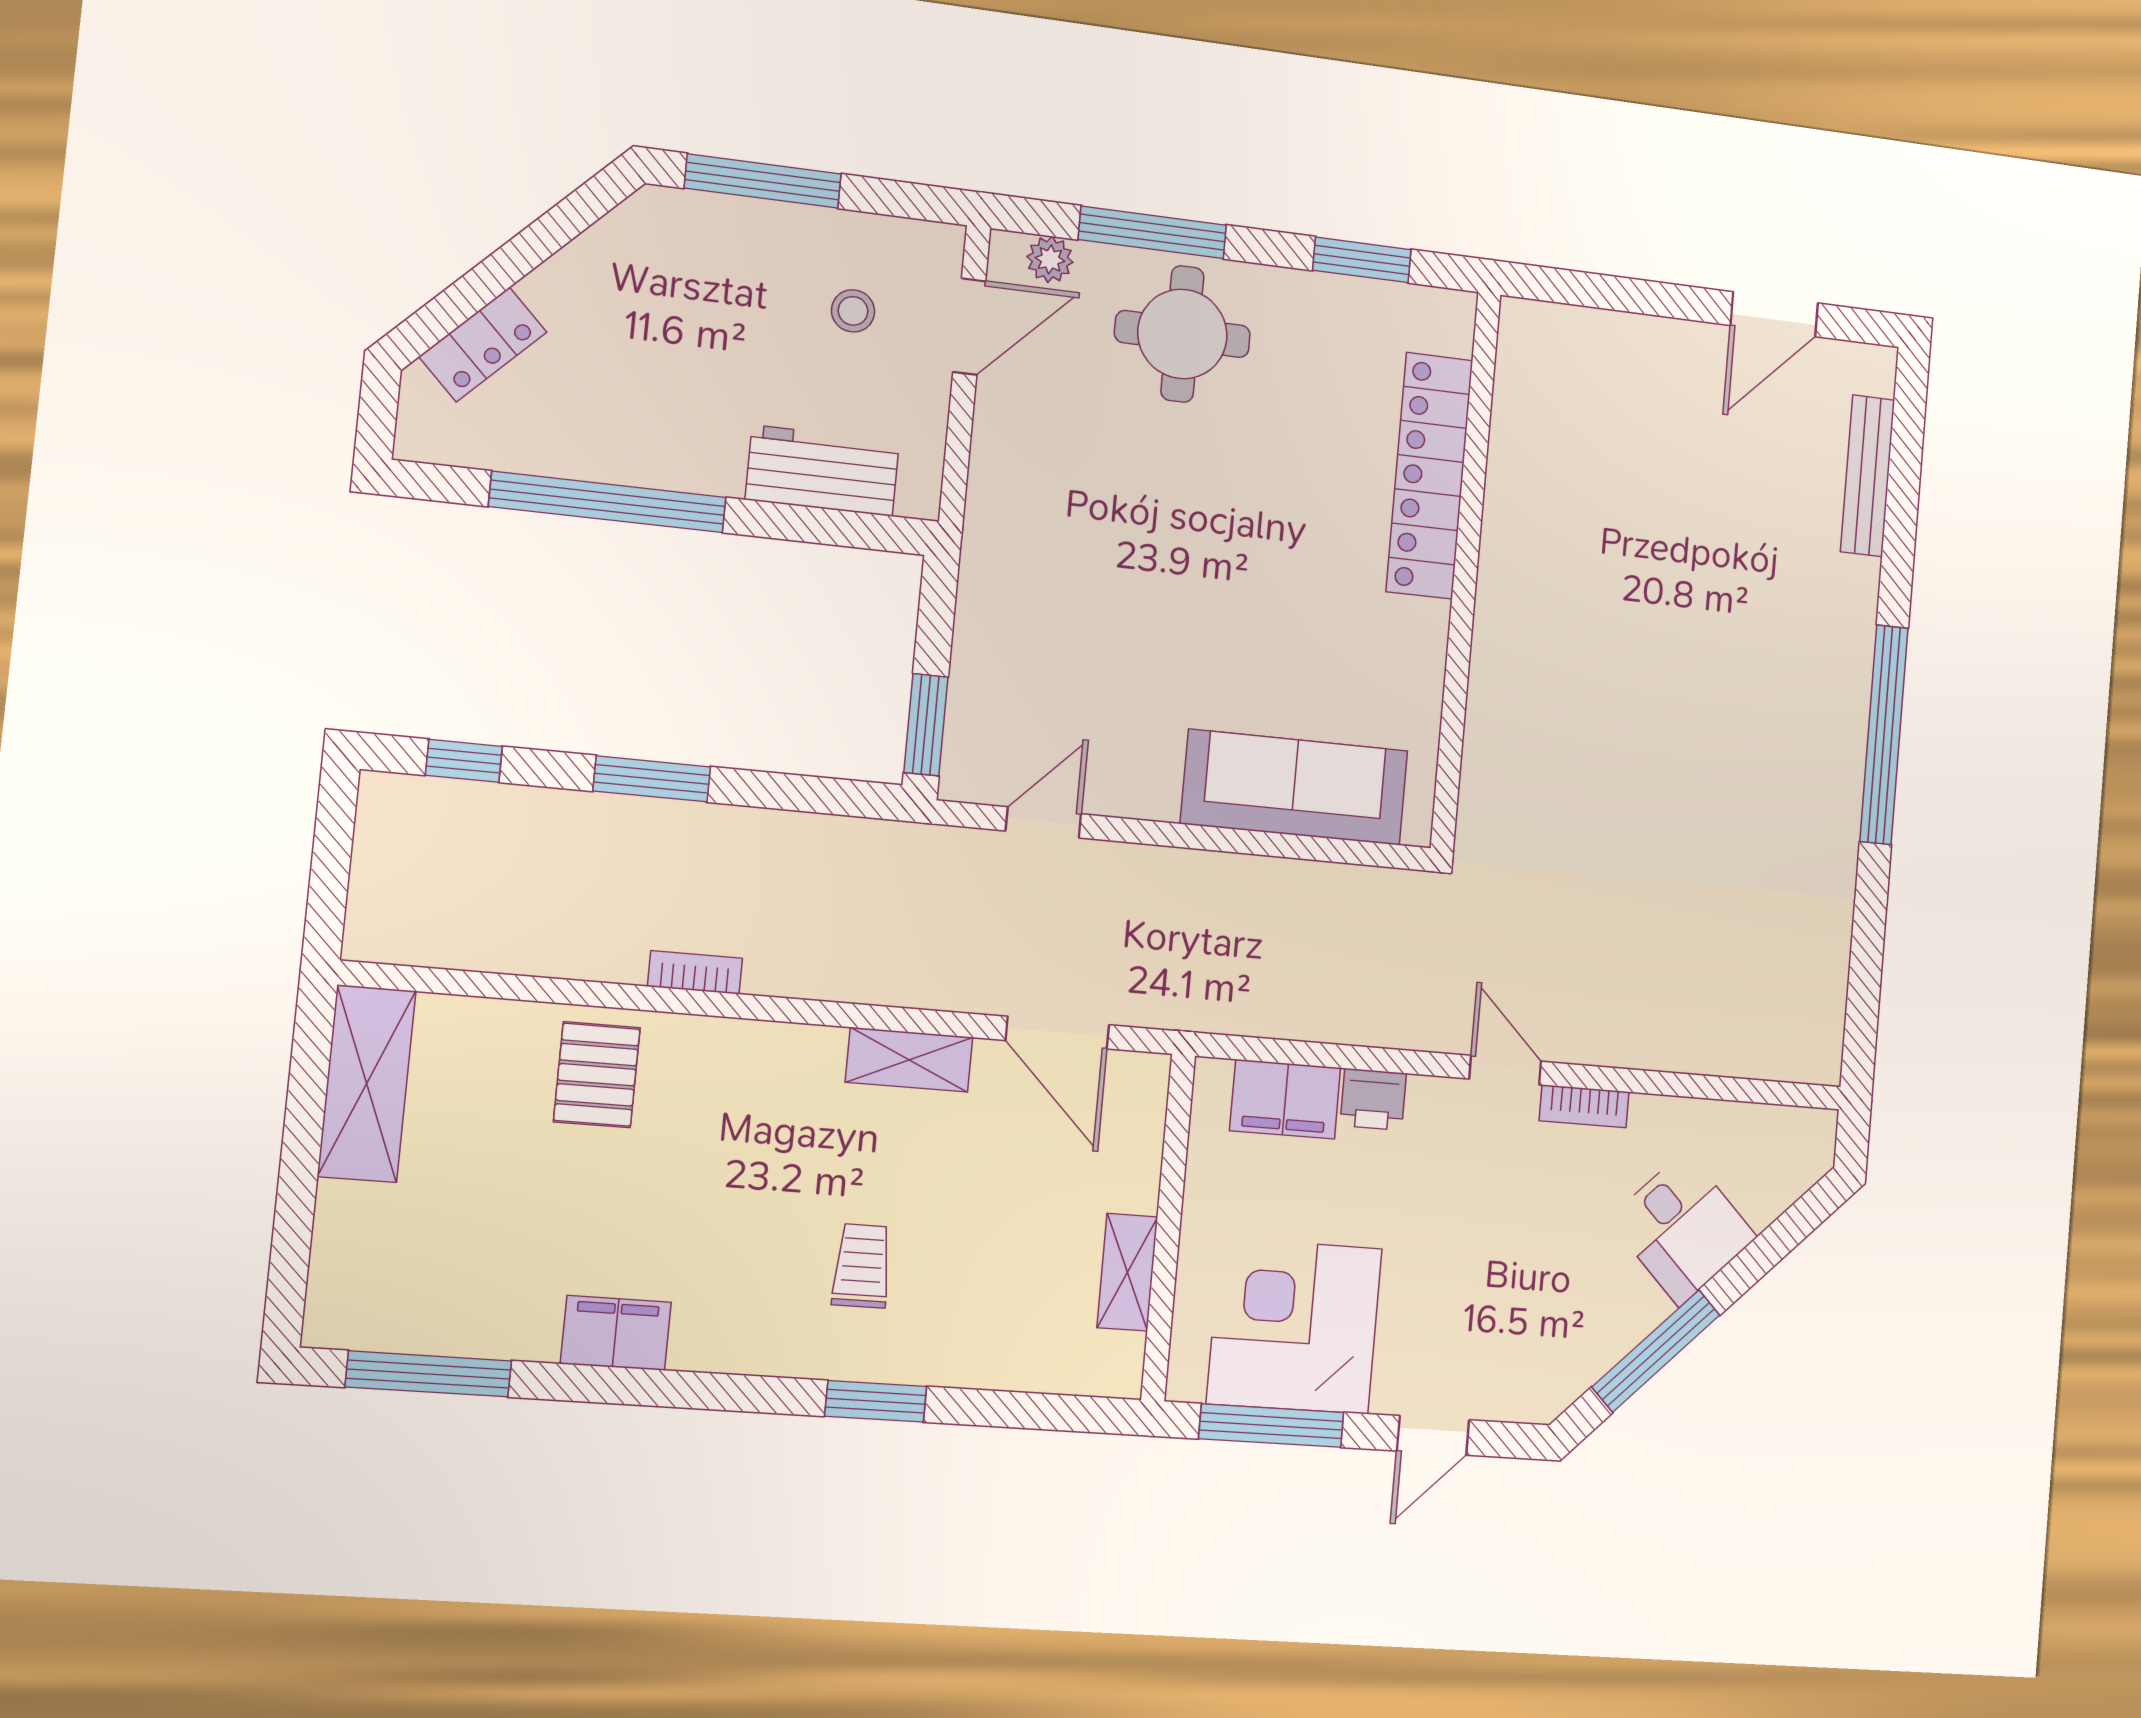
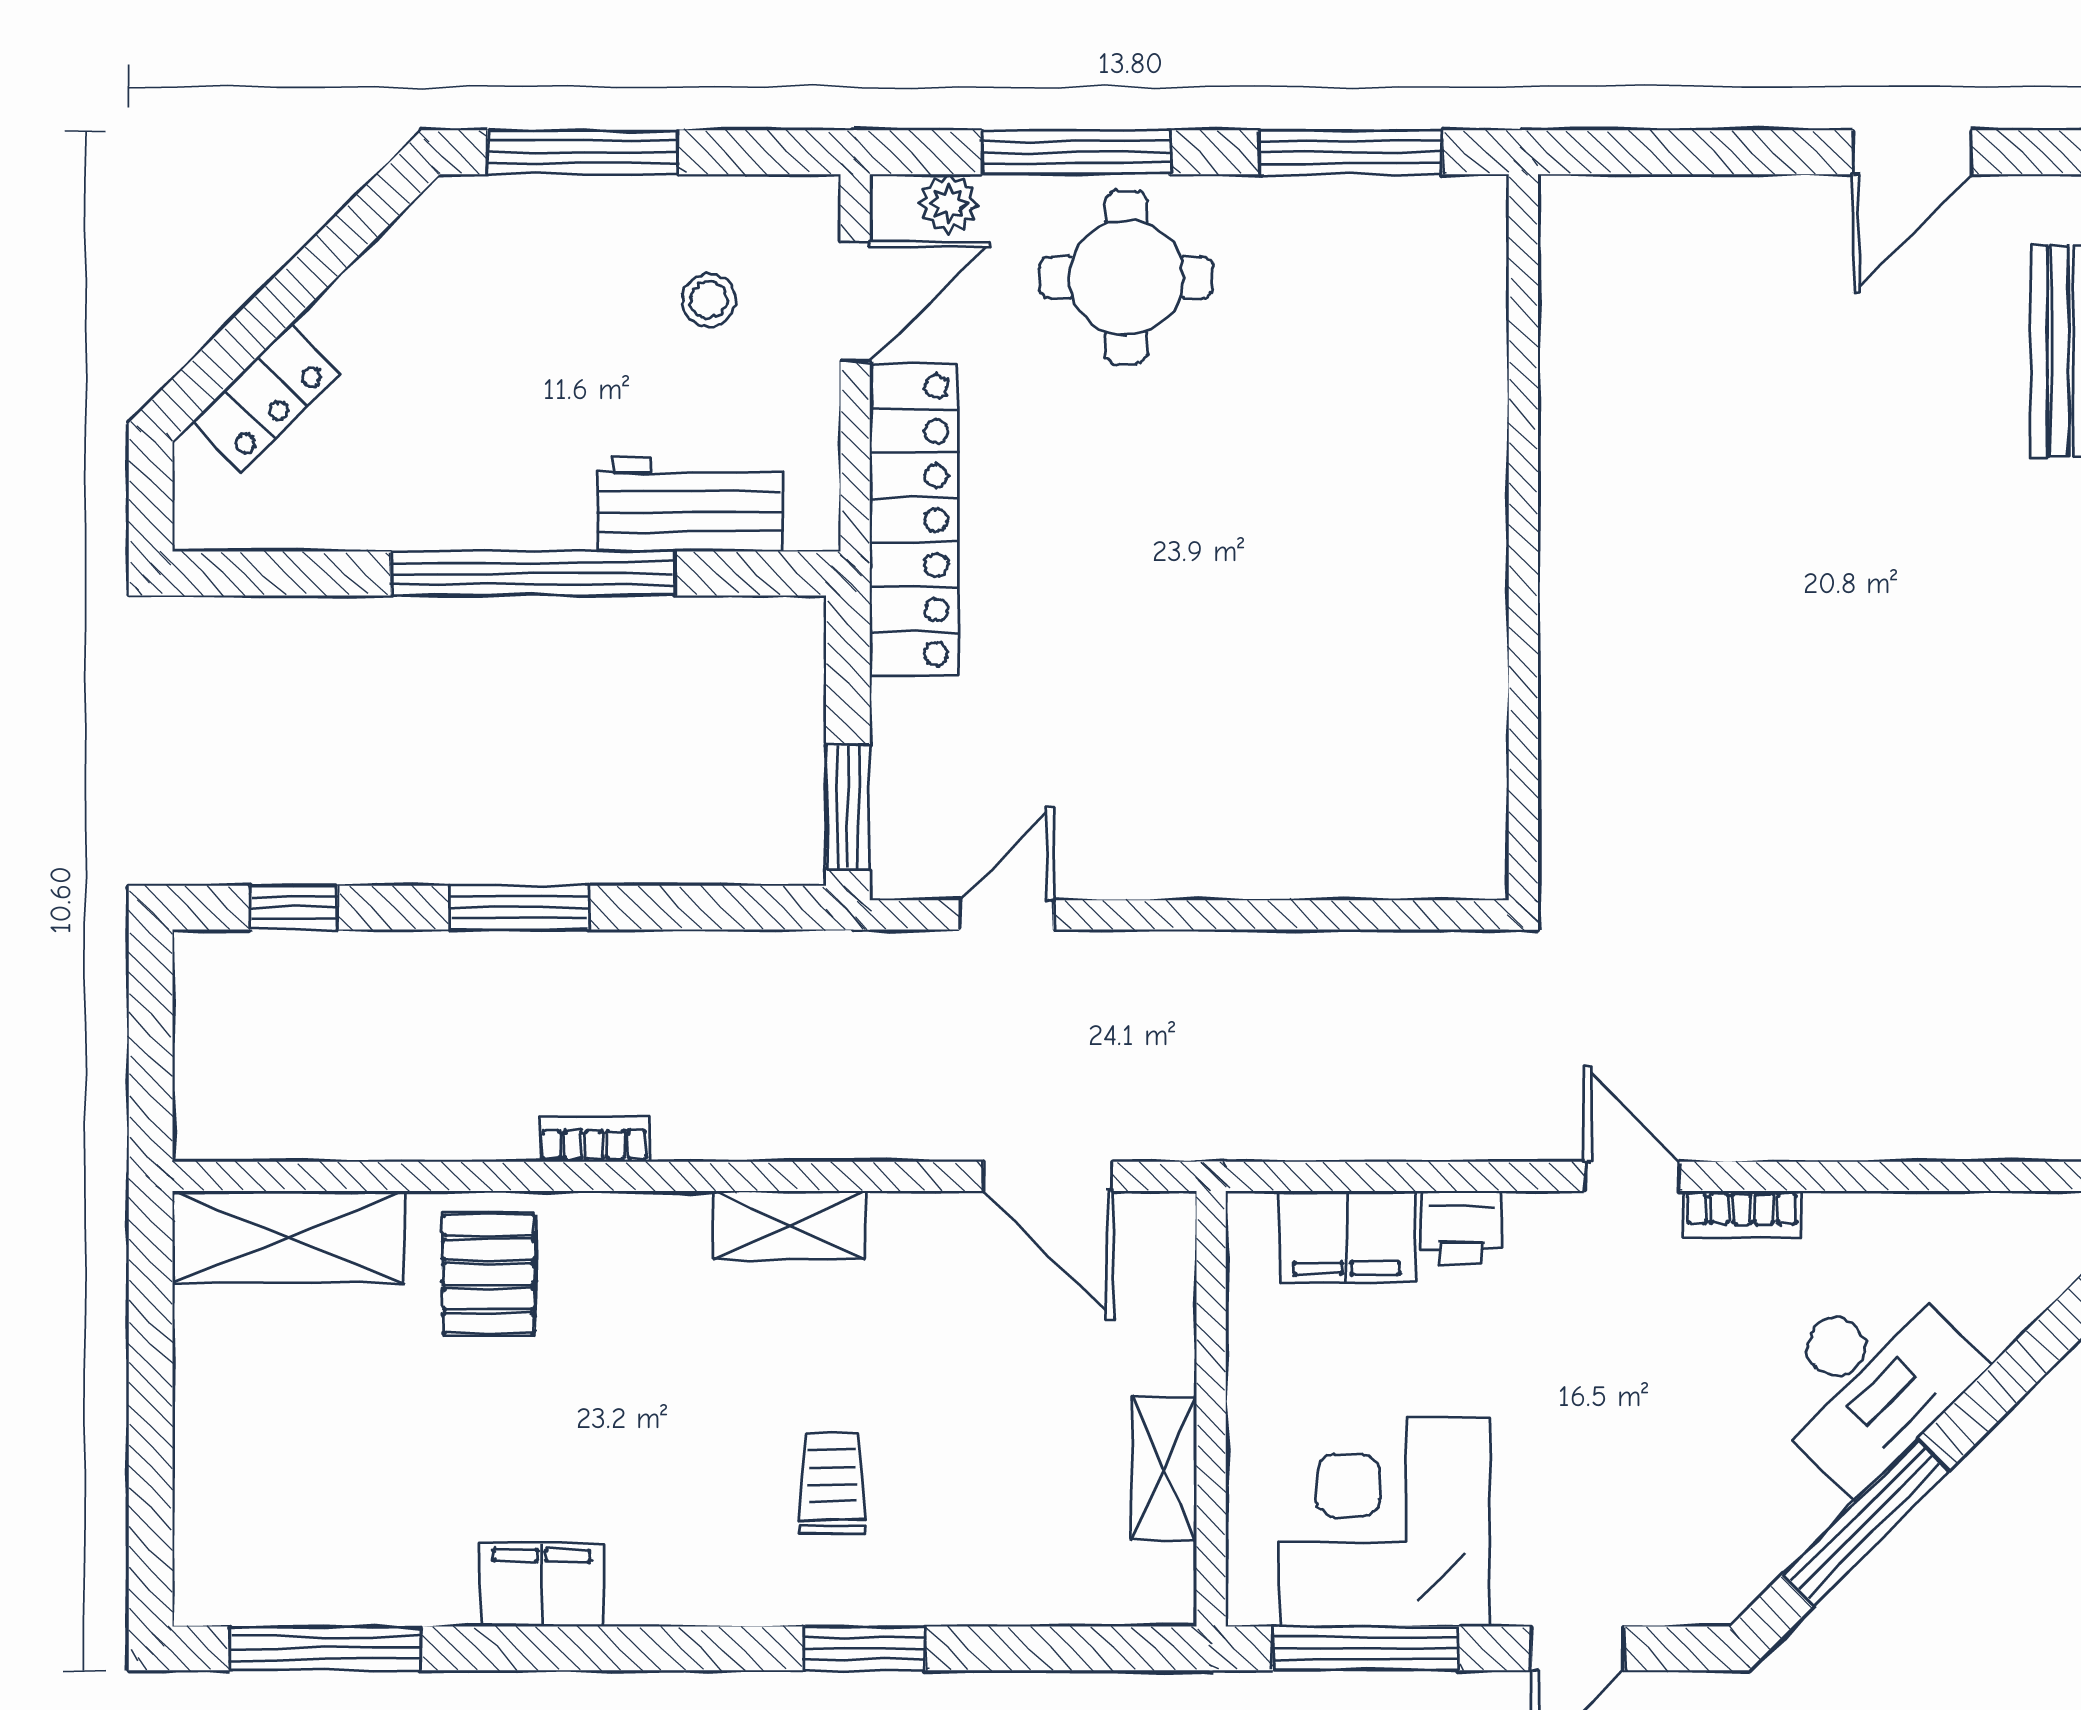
window: (1362, 260) -> (1351, 152), width x1.44
locker: (1429, 476) -> (914, 520), moved, turned 180
window: (608, 502) -> (533, 573), moved
sofa: (1294, 787) -> (1323, 839), removed
shelving: (909, 1060) -> (789, 1225), moved
shelving: (367, 1084) -> (288, 1237), moved, turned 90
desk: (1683, 1228) -> (1870, 1380), width x1.37

